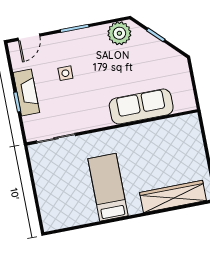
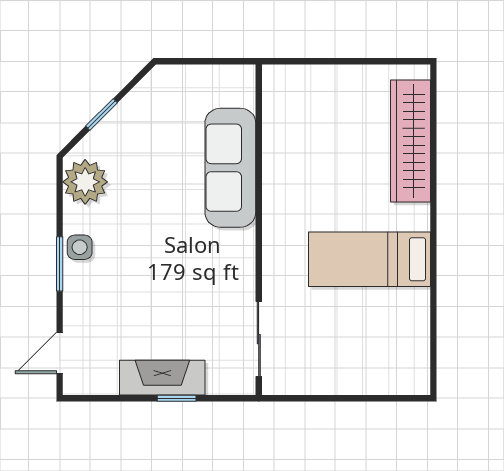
door: (29, 37) -> (60, 353), swing flipped
side table: (65, 73) -> (80, 247), moved

